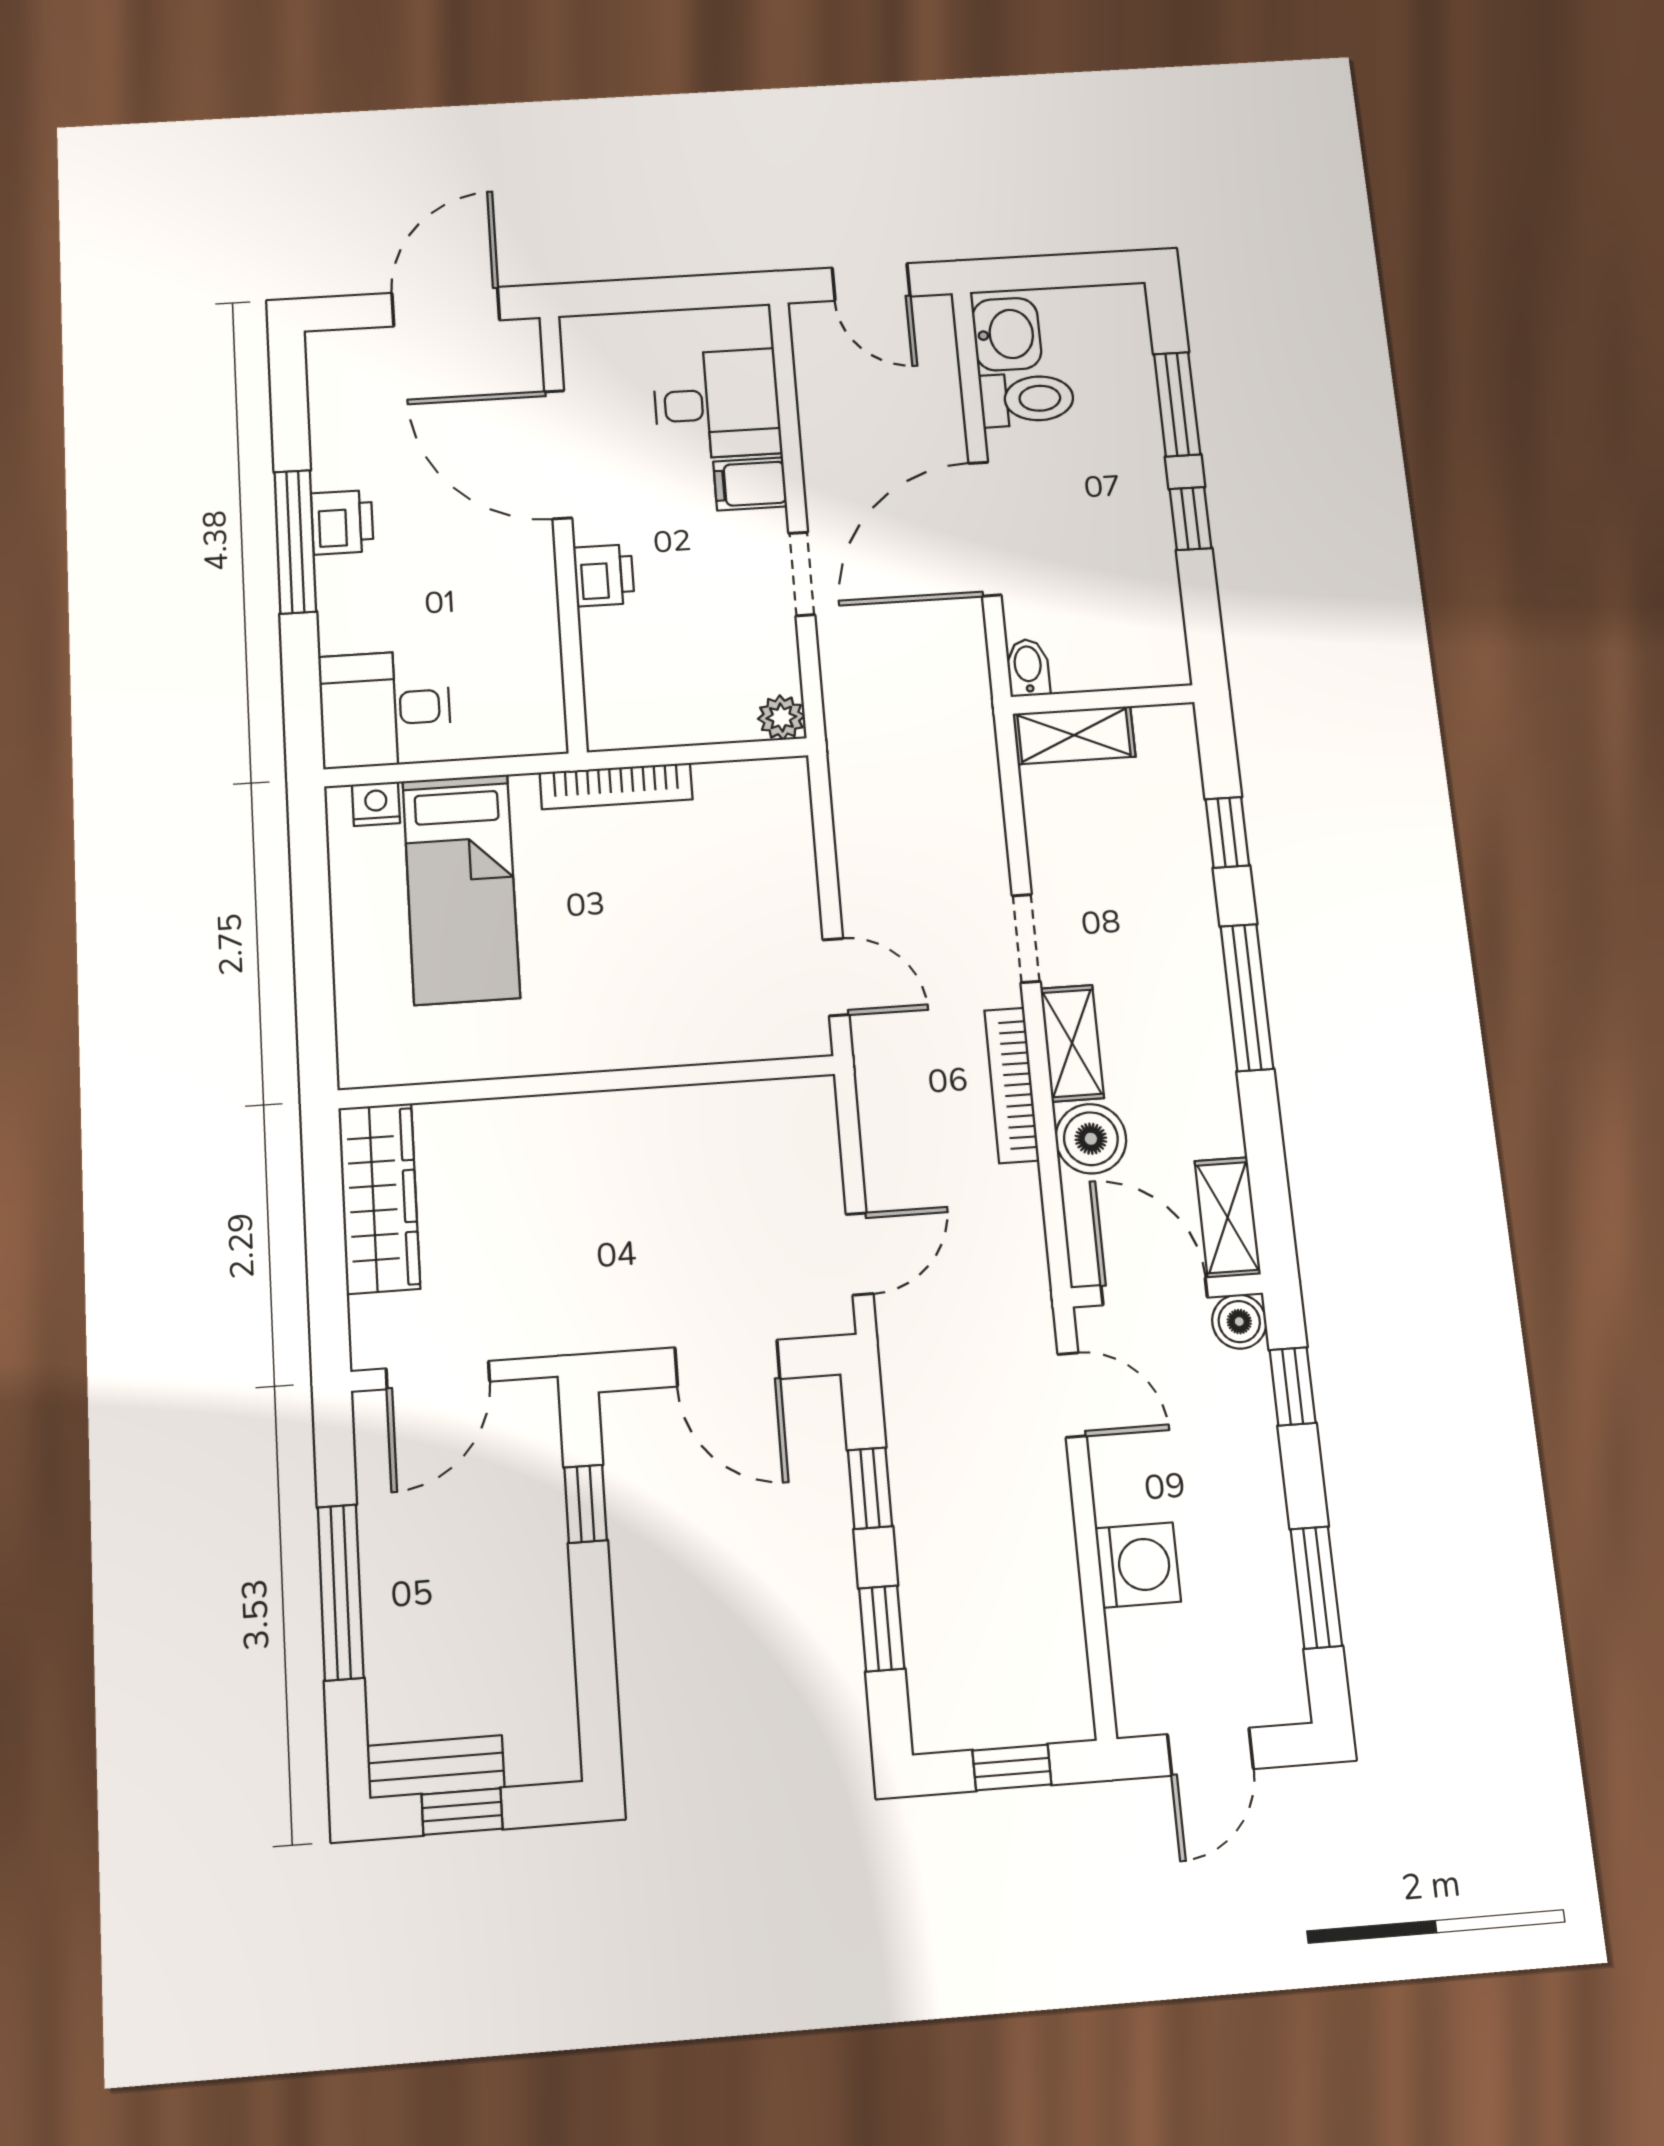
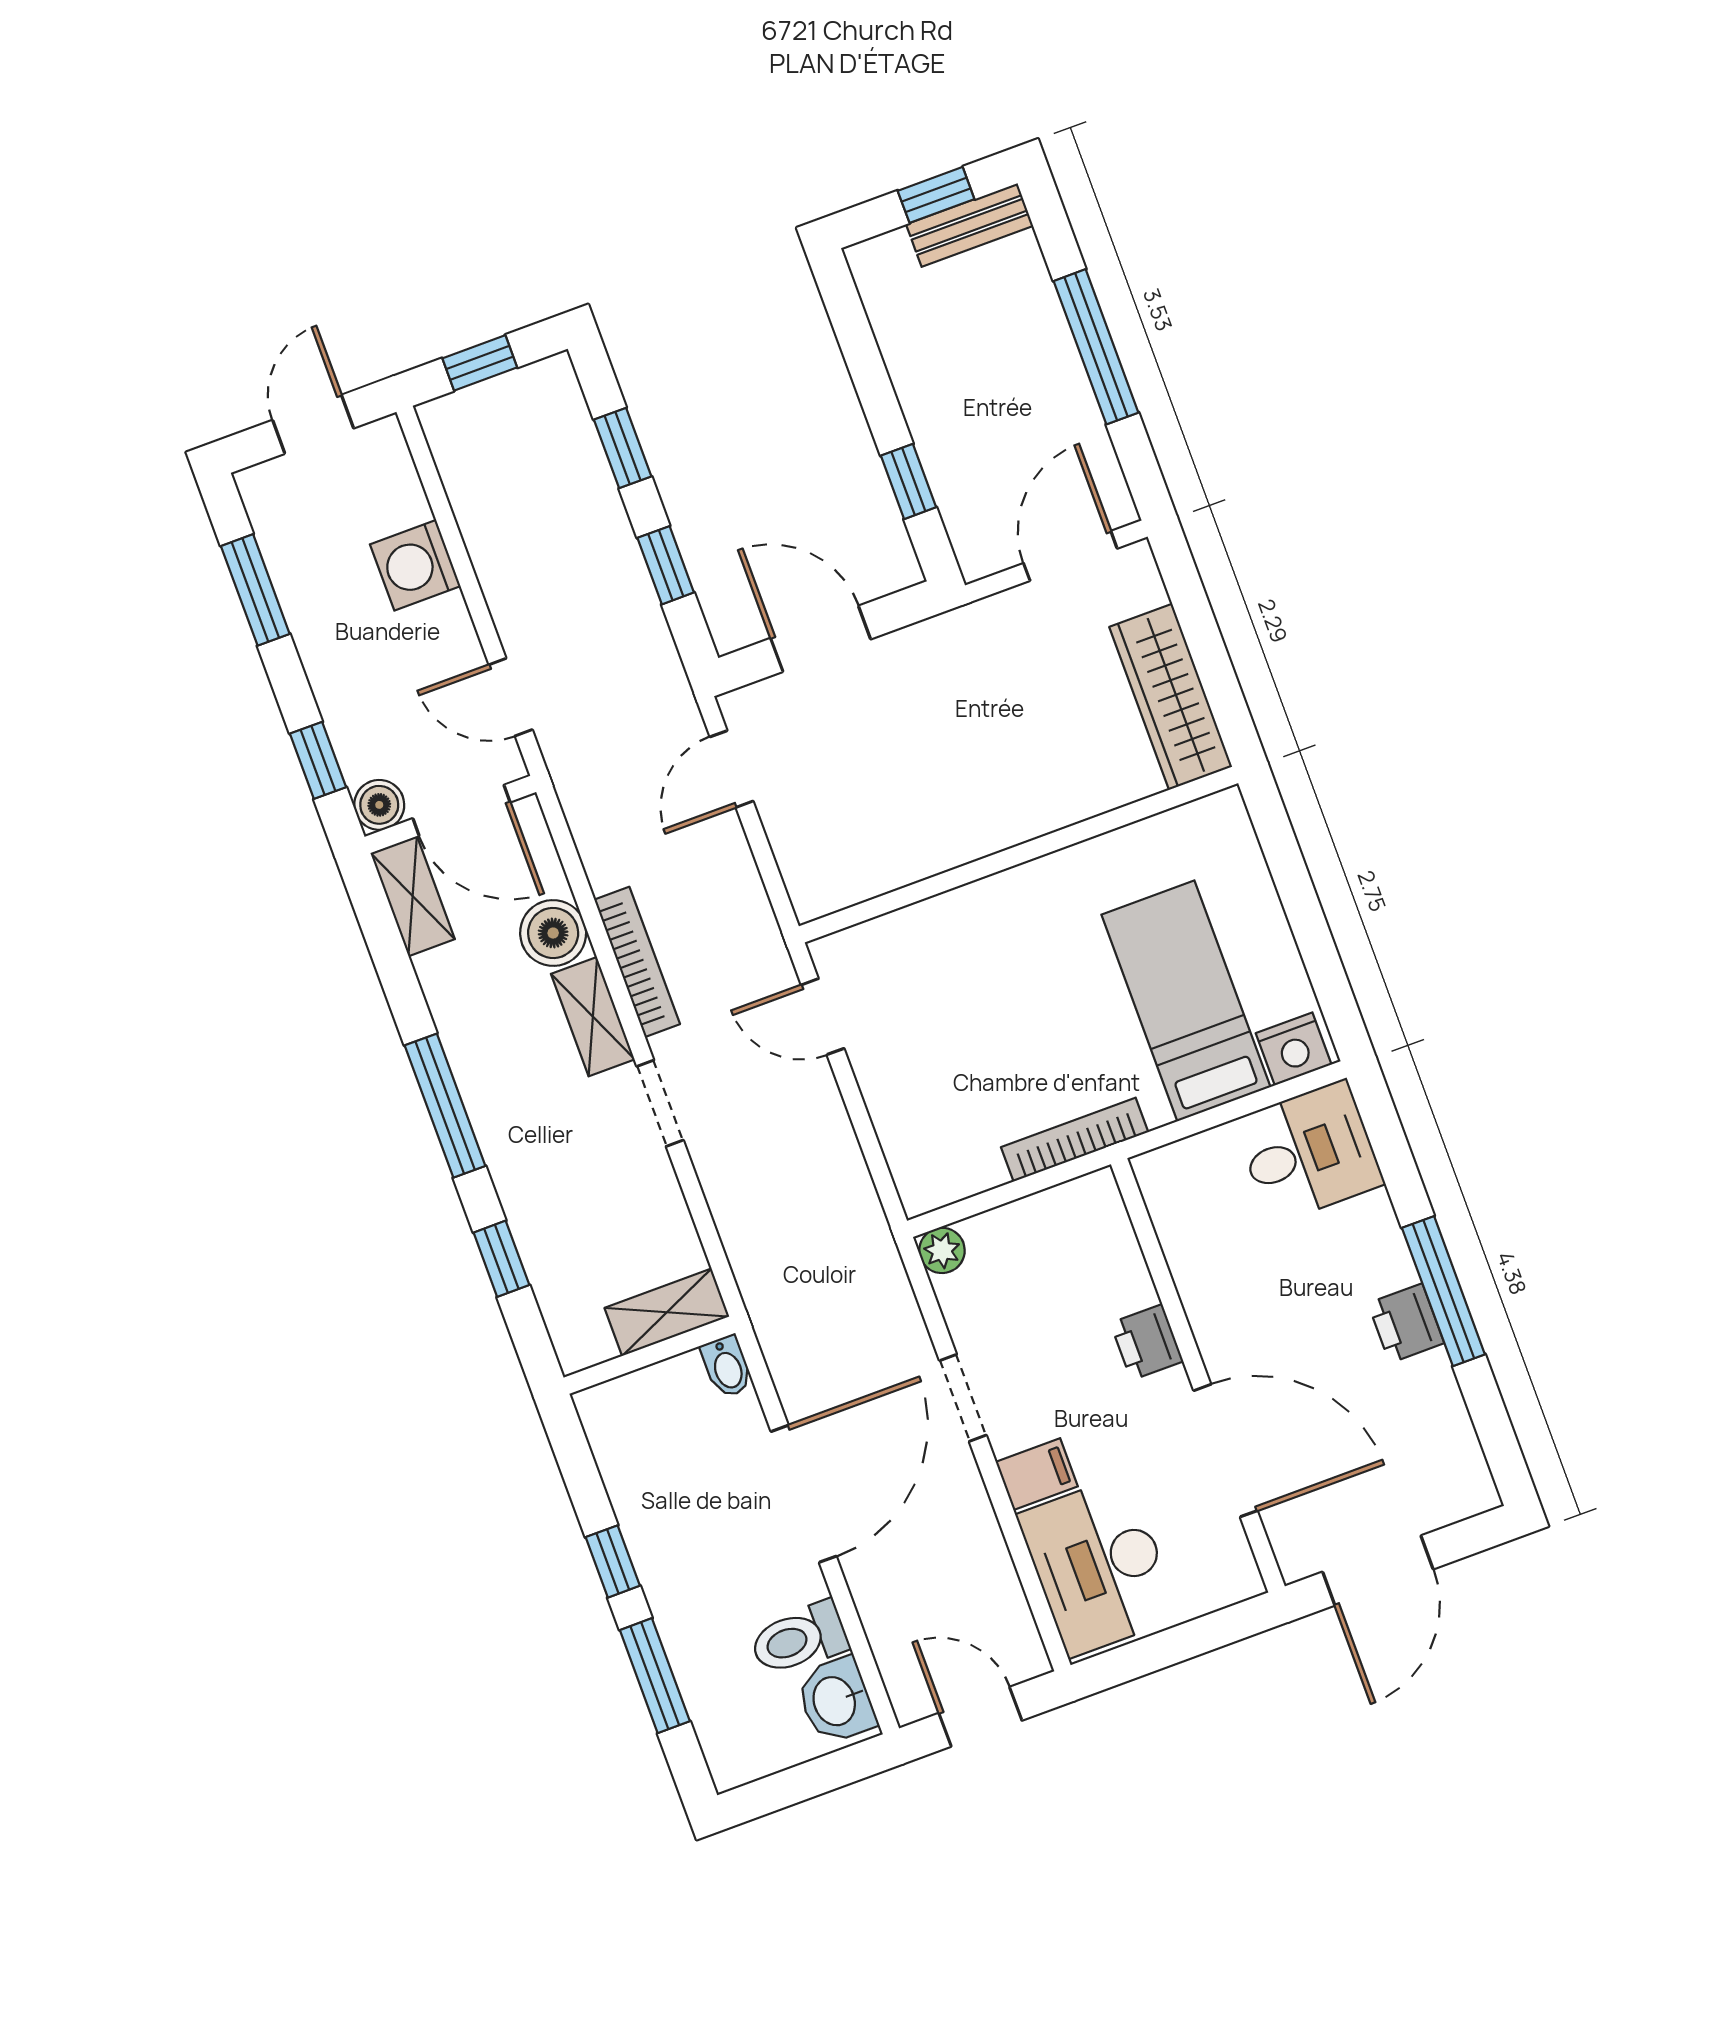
desk: (717, 404) -> (1099, 1566), width x1.37
nightstand: (376, 804) -> (1294, 1049), width x1.39, depth x1.35

